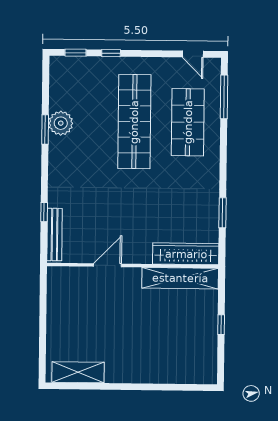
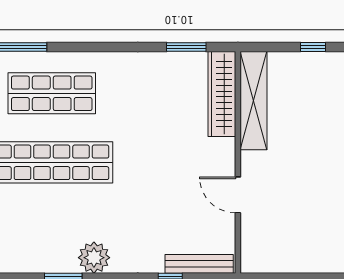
plant: (61, 123) -> (94, 258), moved
window: (223, 213) -> (186, 47), moved

